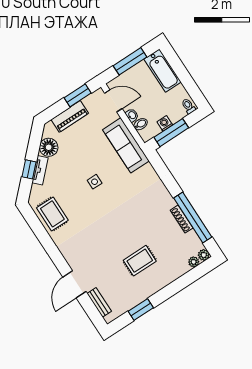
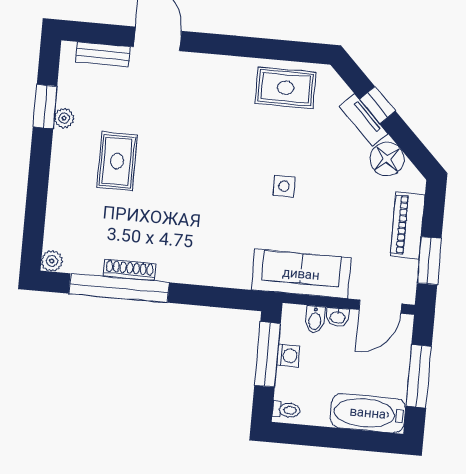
plant: (194, 262) -> (64, 118), moved

